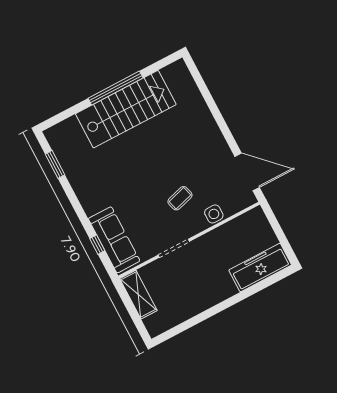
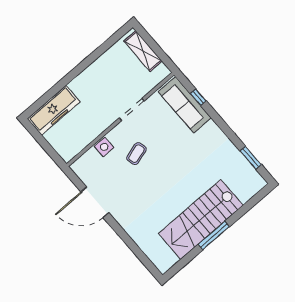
window: (116, 88) -> (214, 235), width x0.68
door: (247, 172) -> (95, 202), moved
shelving: (138, 295) -> (143, 51), moved

